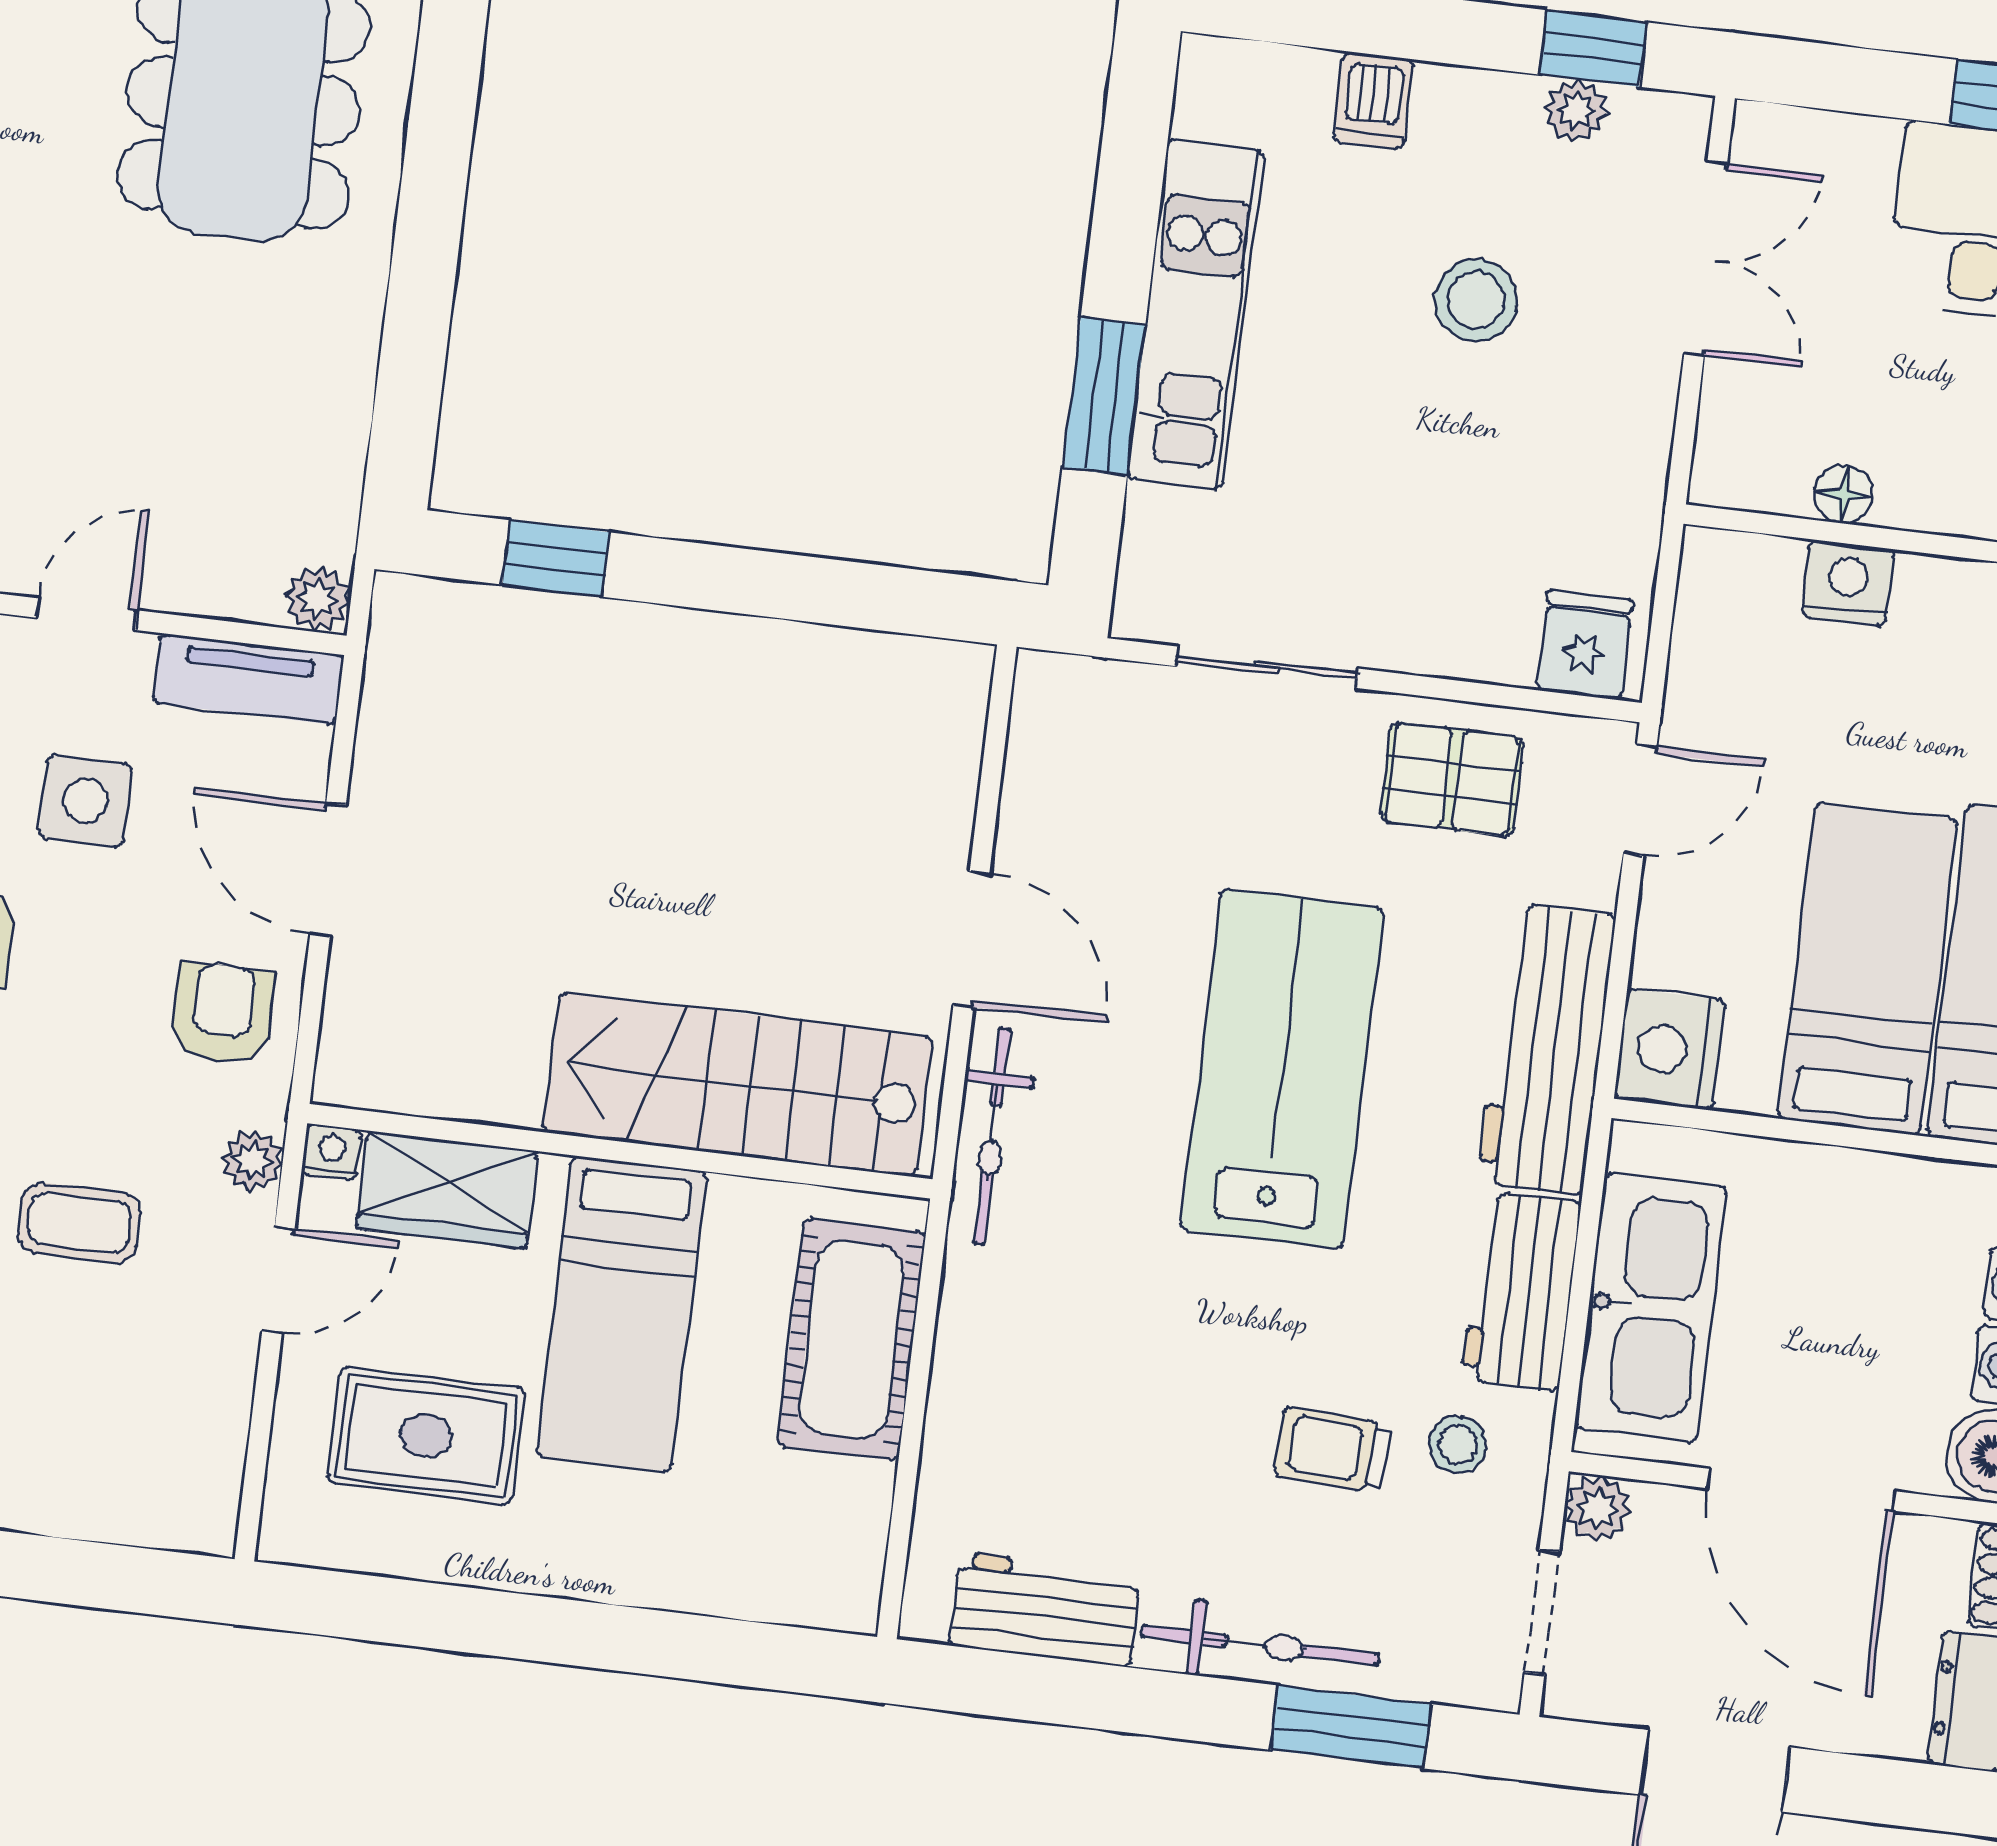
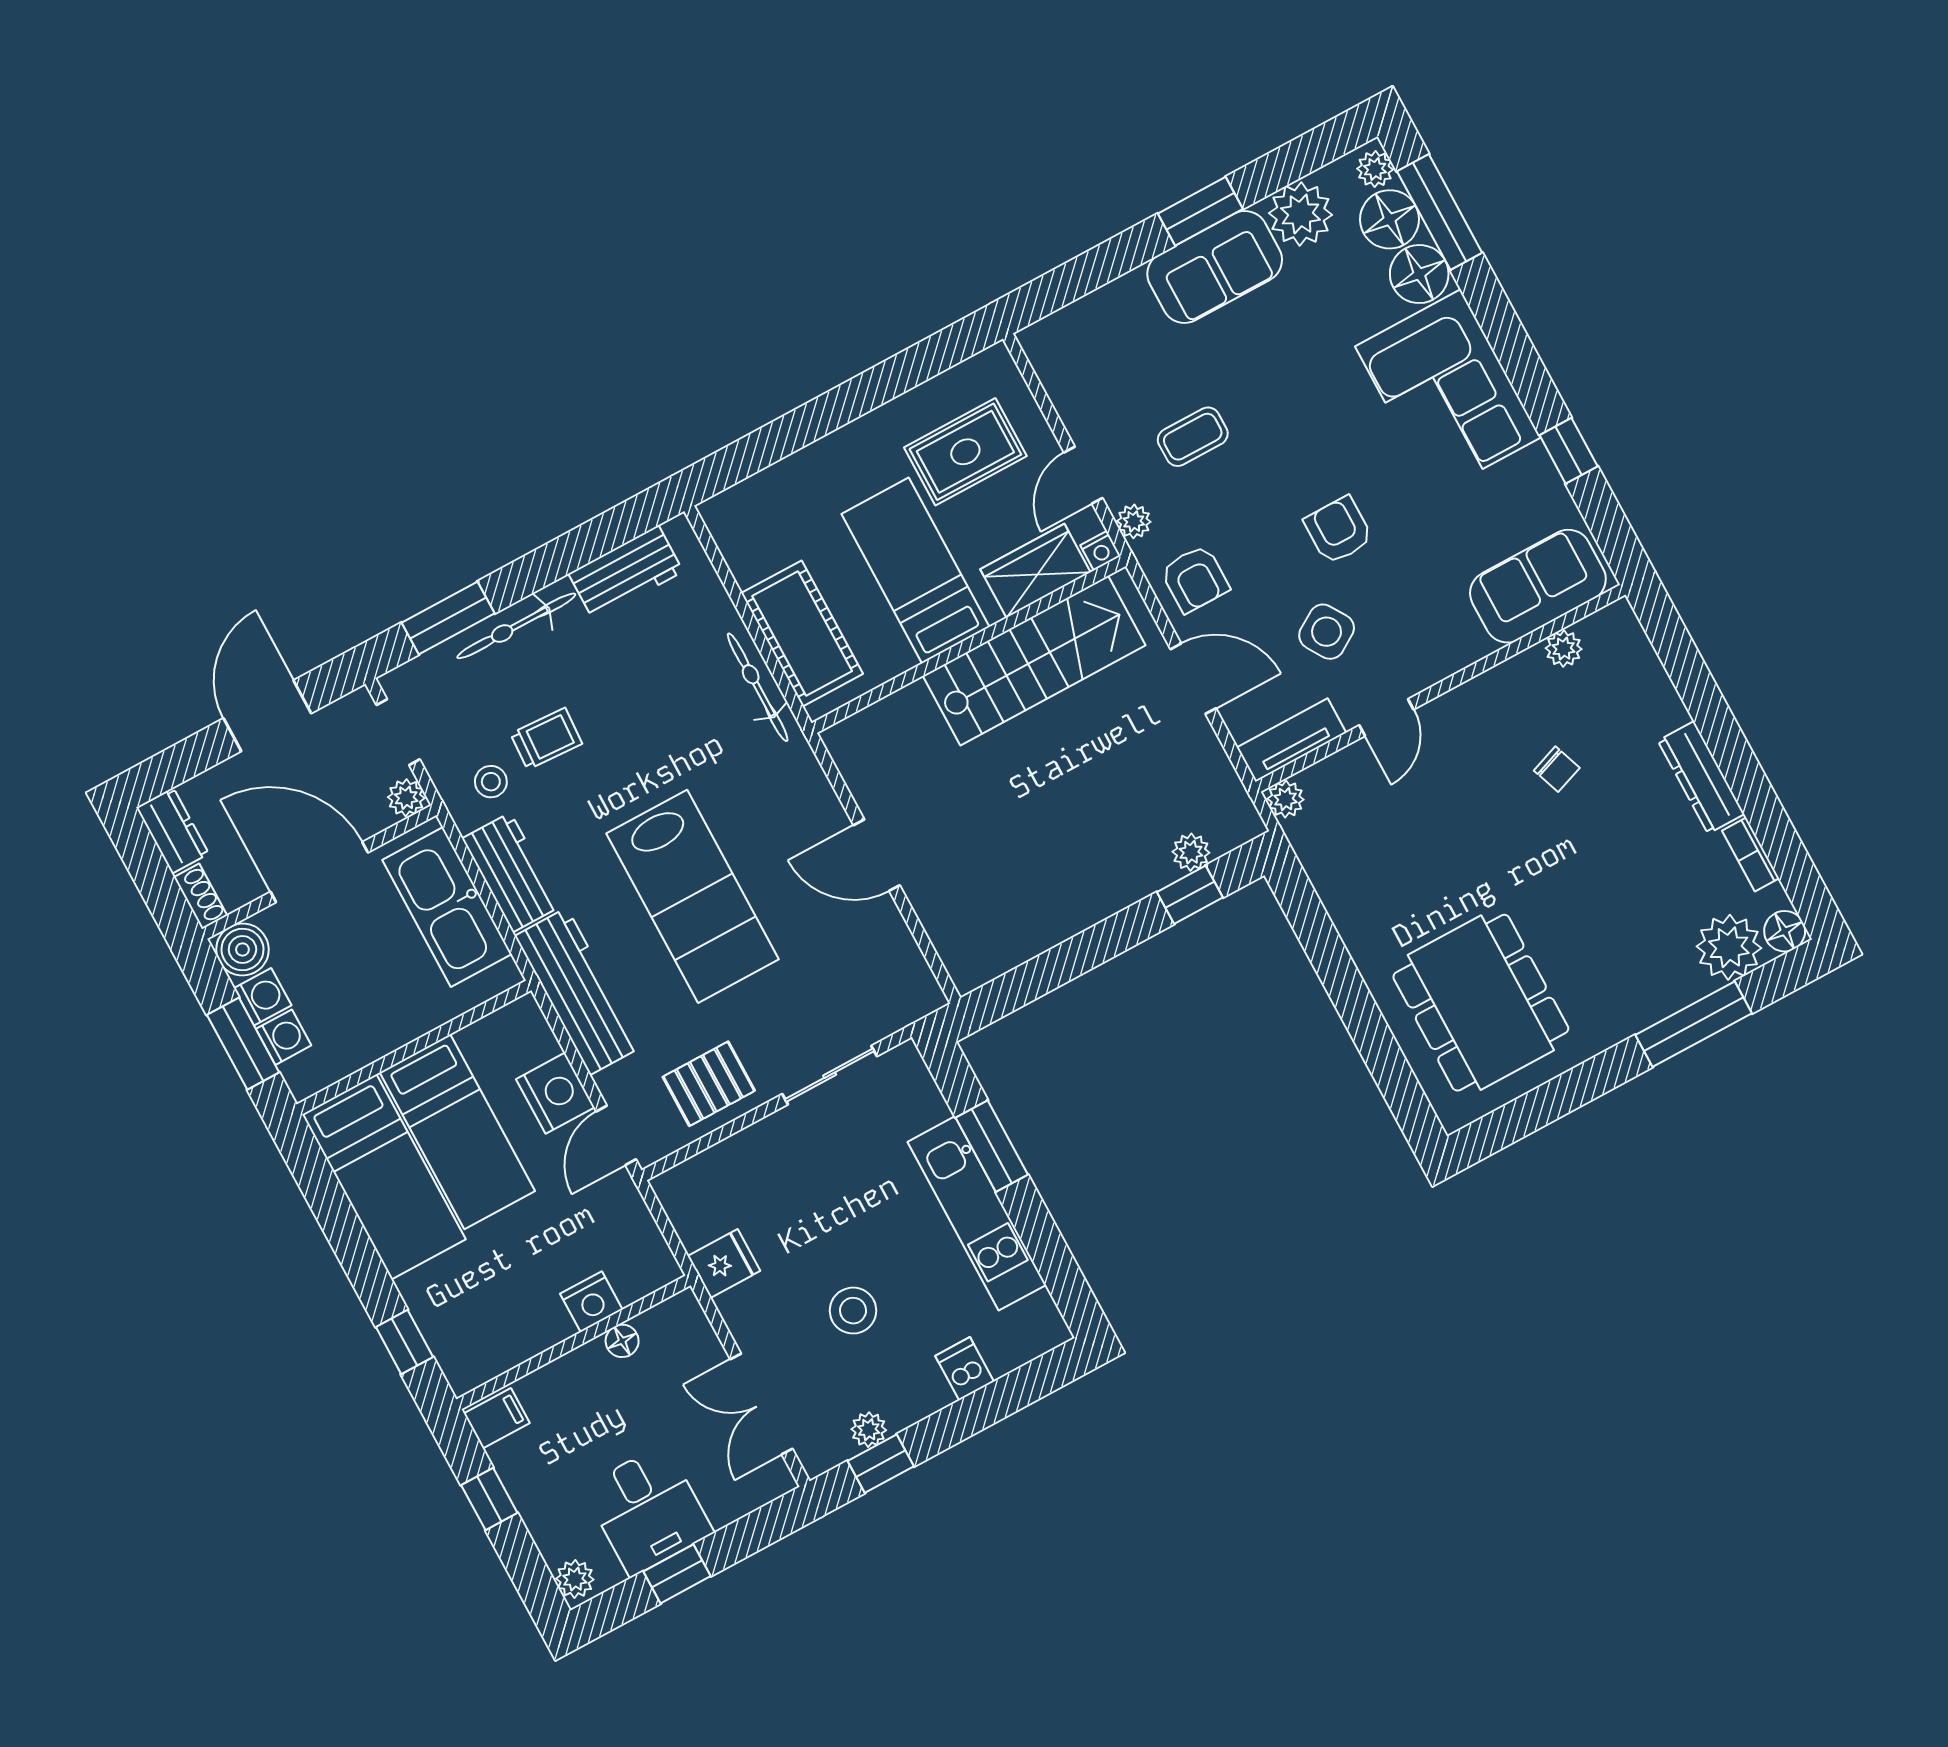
plant: (510, 619) -> (1191, 852), added
fridge: (1585, 645) -> (724, 1263), moved, turned -90
side table: (85, 801) -> (1327, 632), turned -32
nightstand: (1670, 1050) -> (555, 1093), moved
stairs: (738, 1084) -> (1034, 660), moved
bicycle: (992, 1136) -> (758, 687), moved

